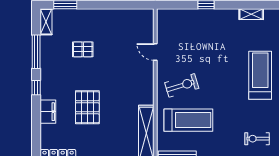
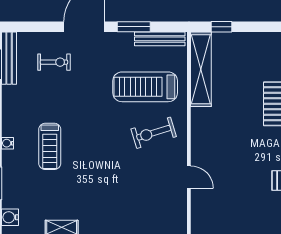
treadmill: (260, 75) -> (50, 146), width x0.73, depth x0.73

